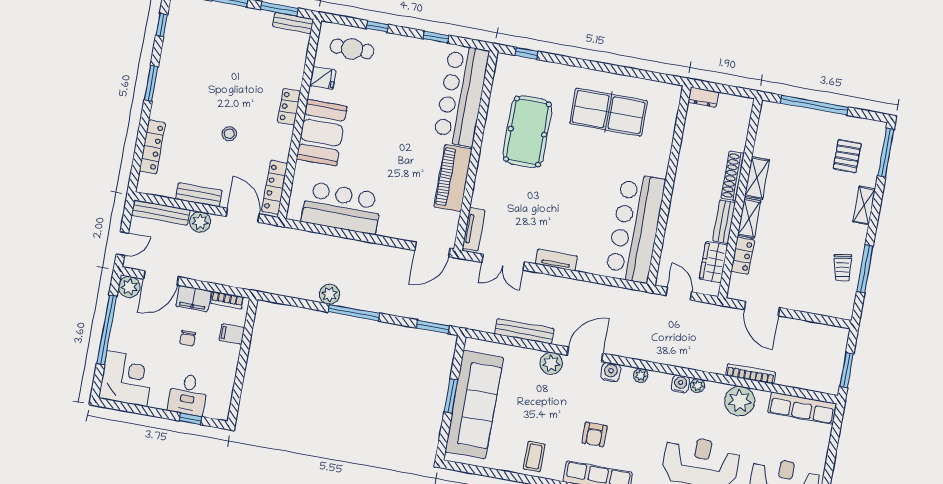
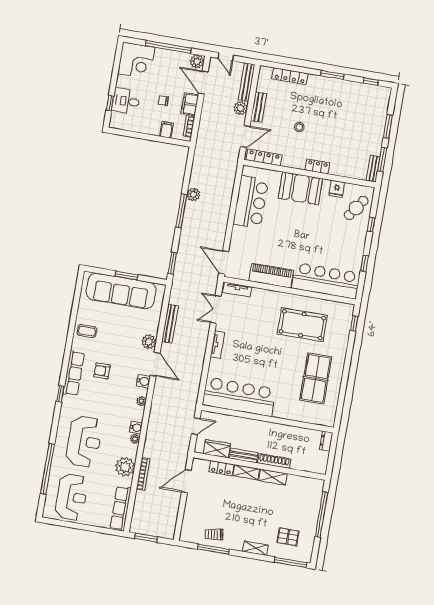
cafe table: (352, 49) -> (356, 208), turned 35

